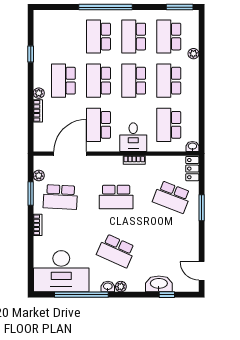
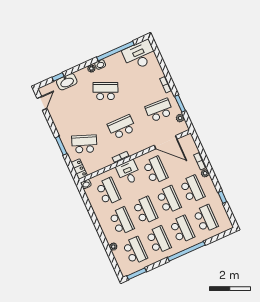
school desk: (63, 37) -> (206, 219), added
door: (70, 154) -> (166, 142), hinge flipped
desk: (61, 271) -> (140, 55), width x0.73, depth x0.77
door: (202, 271) -> (42, 103), hinge flipped

